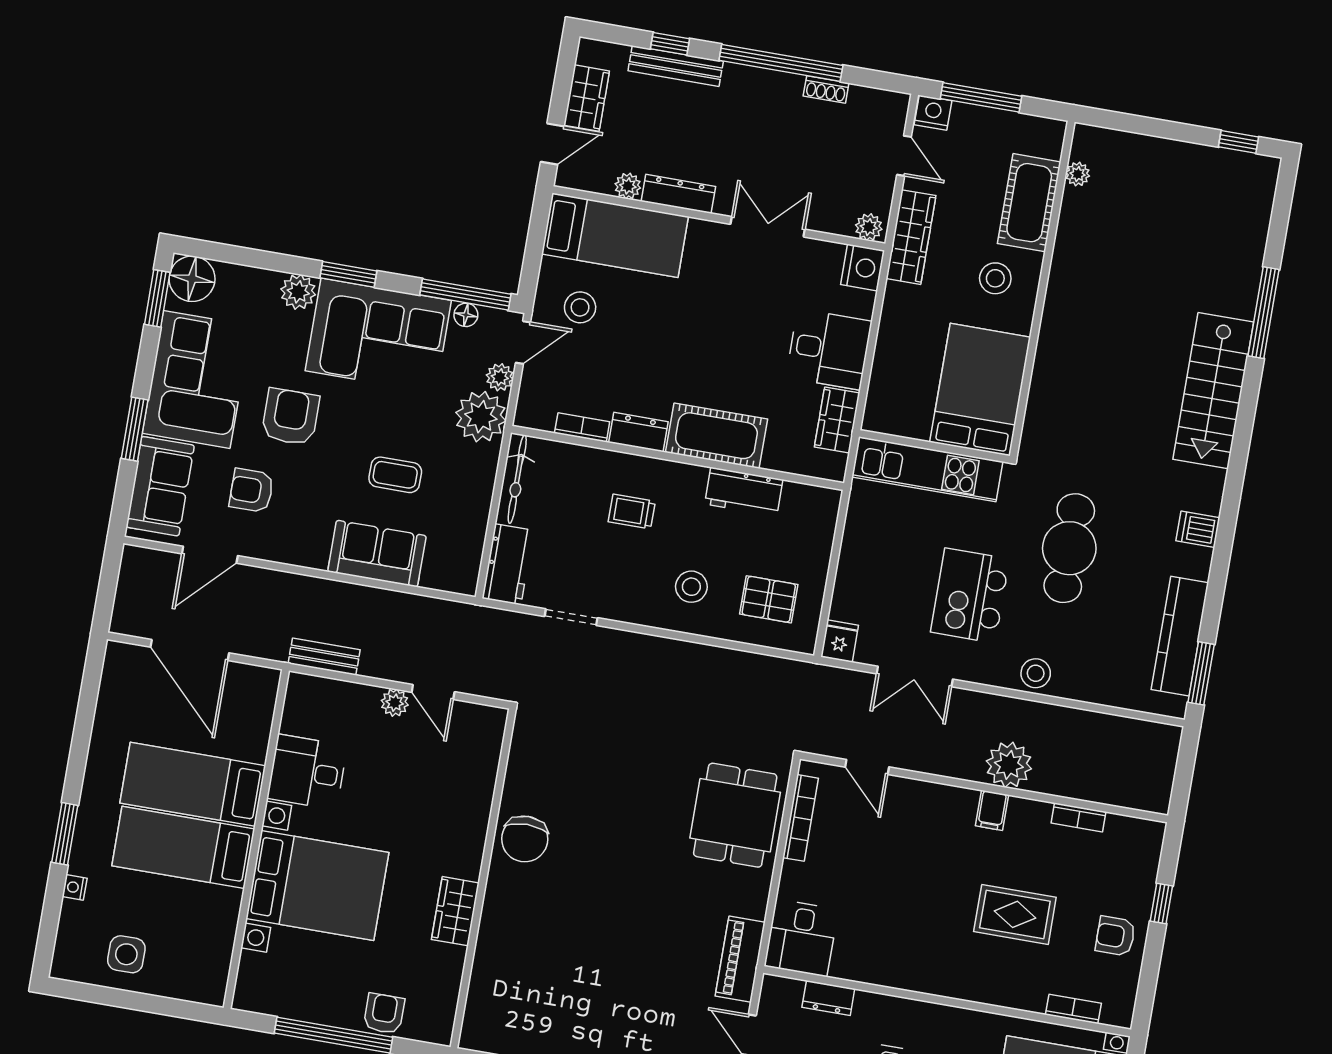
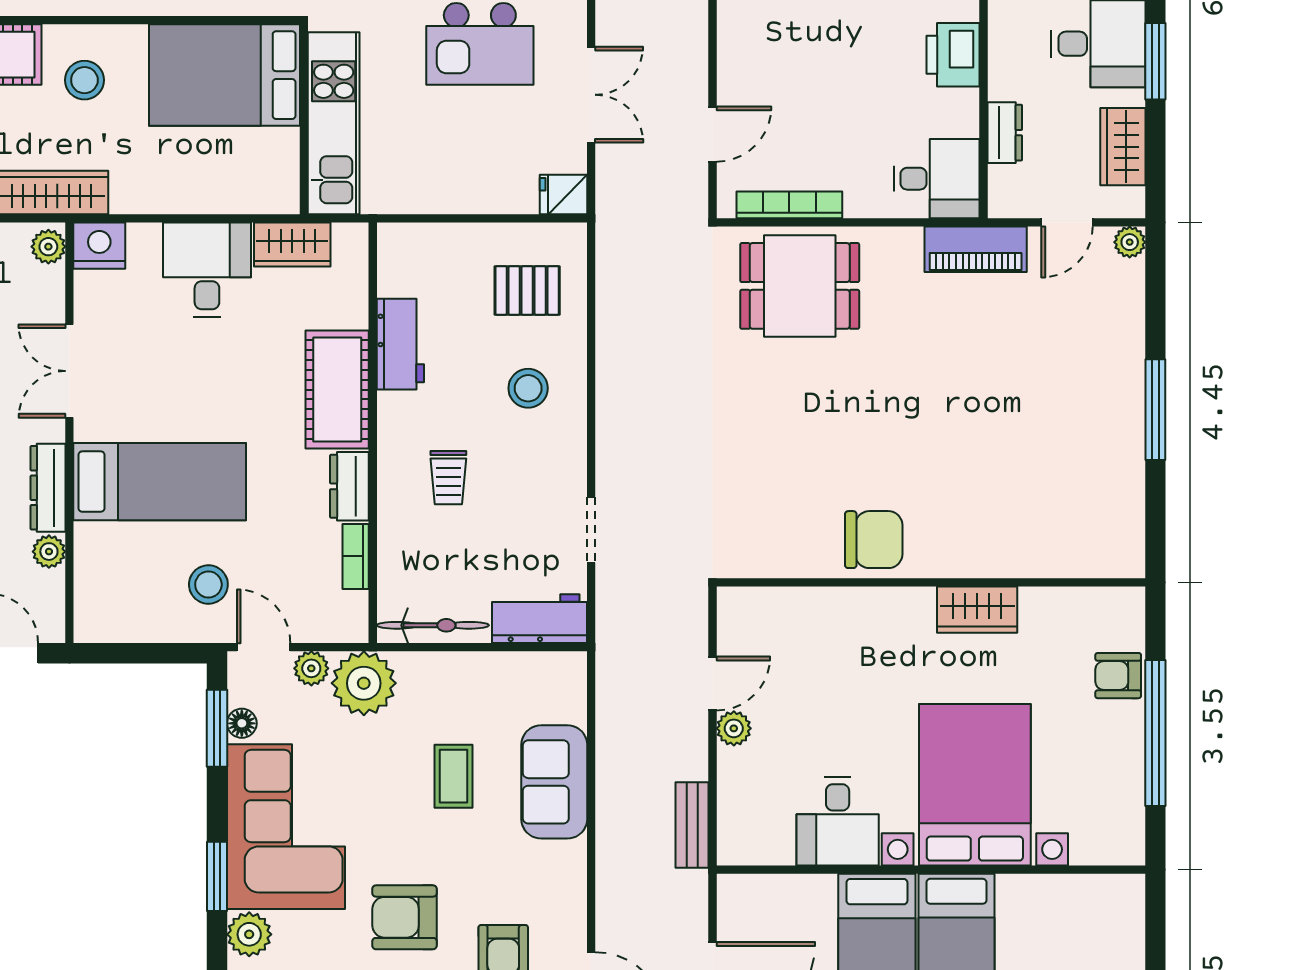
bed: (615, 235) -> (160, 482), moved, turned 90
window: (465, 295) -> (217, 728), width x0.69
pallet: (769, 599) -> (527, 290), turned 90
printer: (897, 968) -> (953, 55), added

